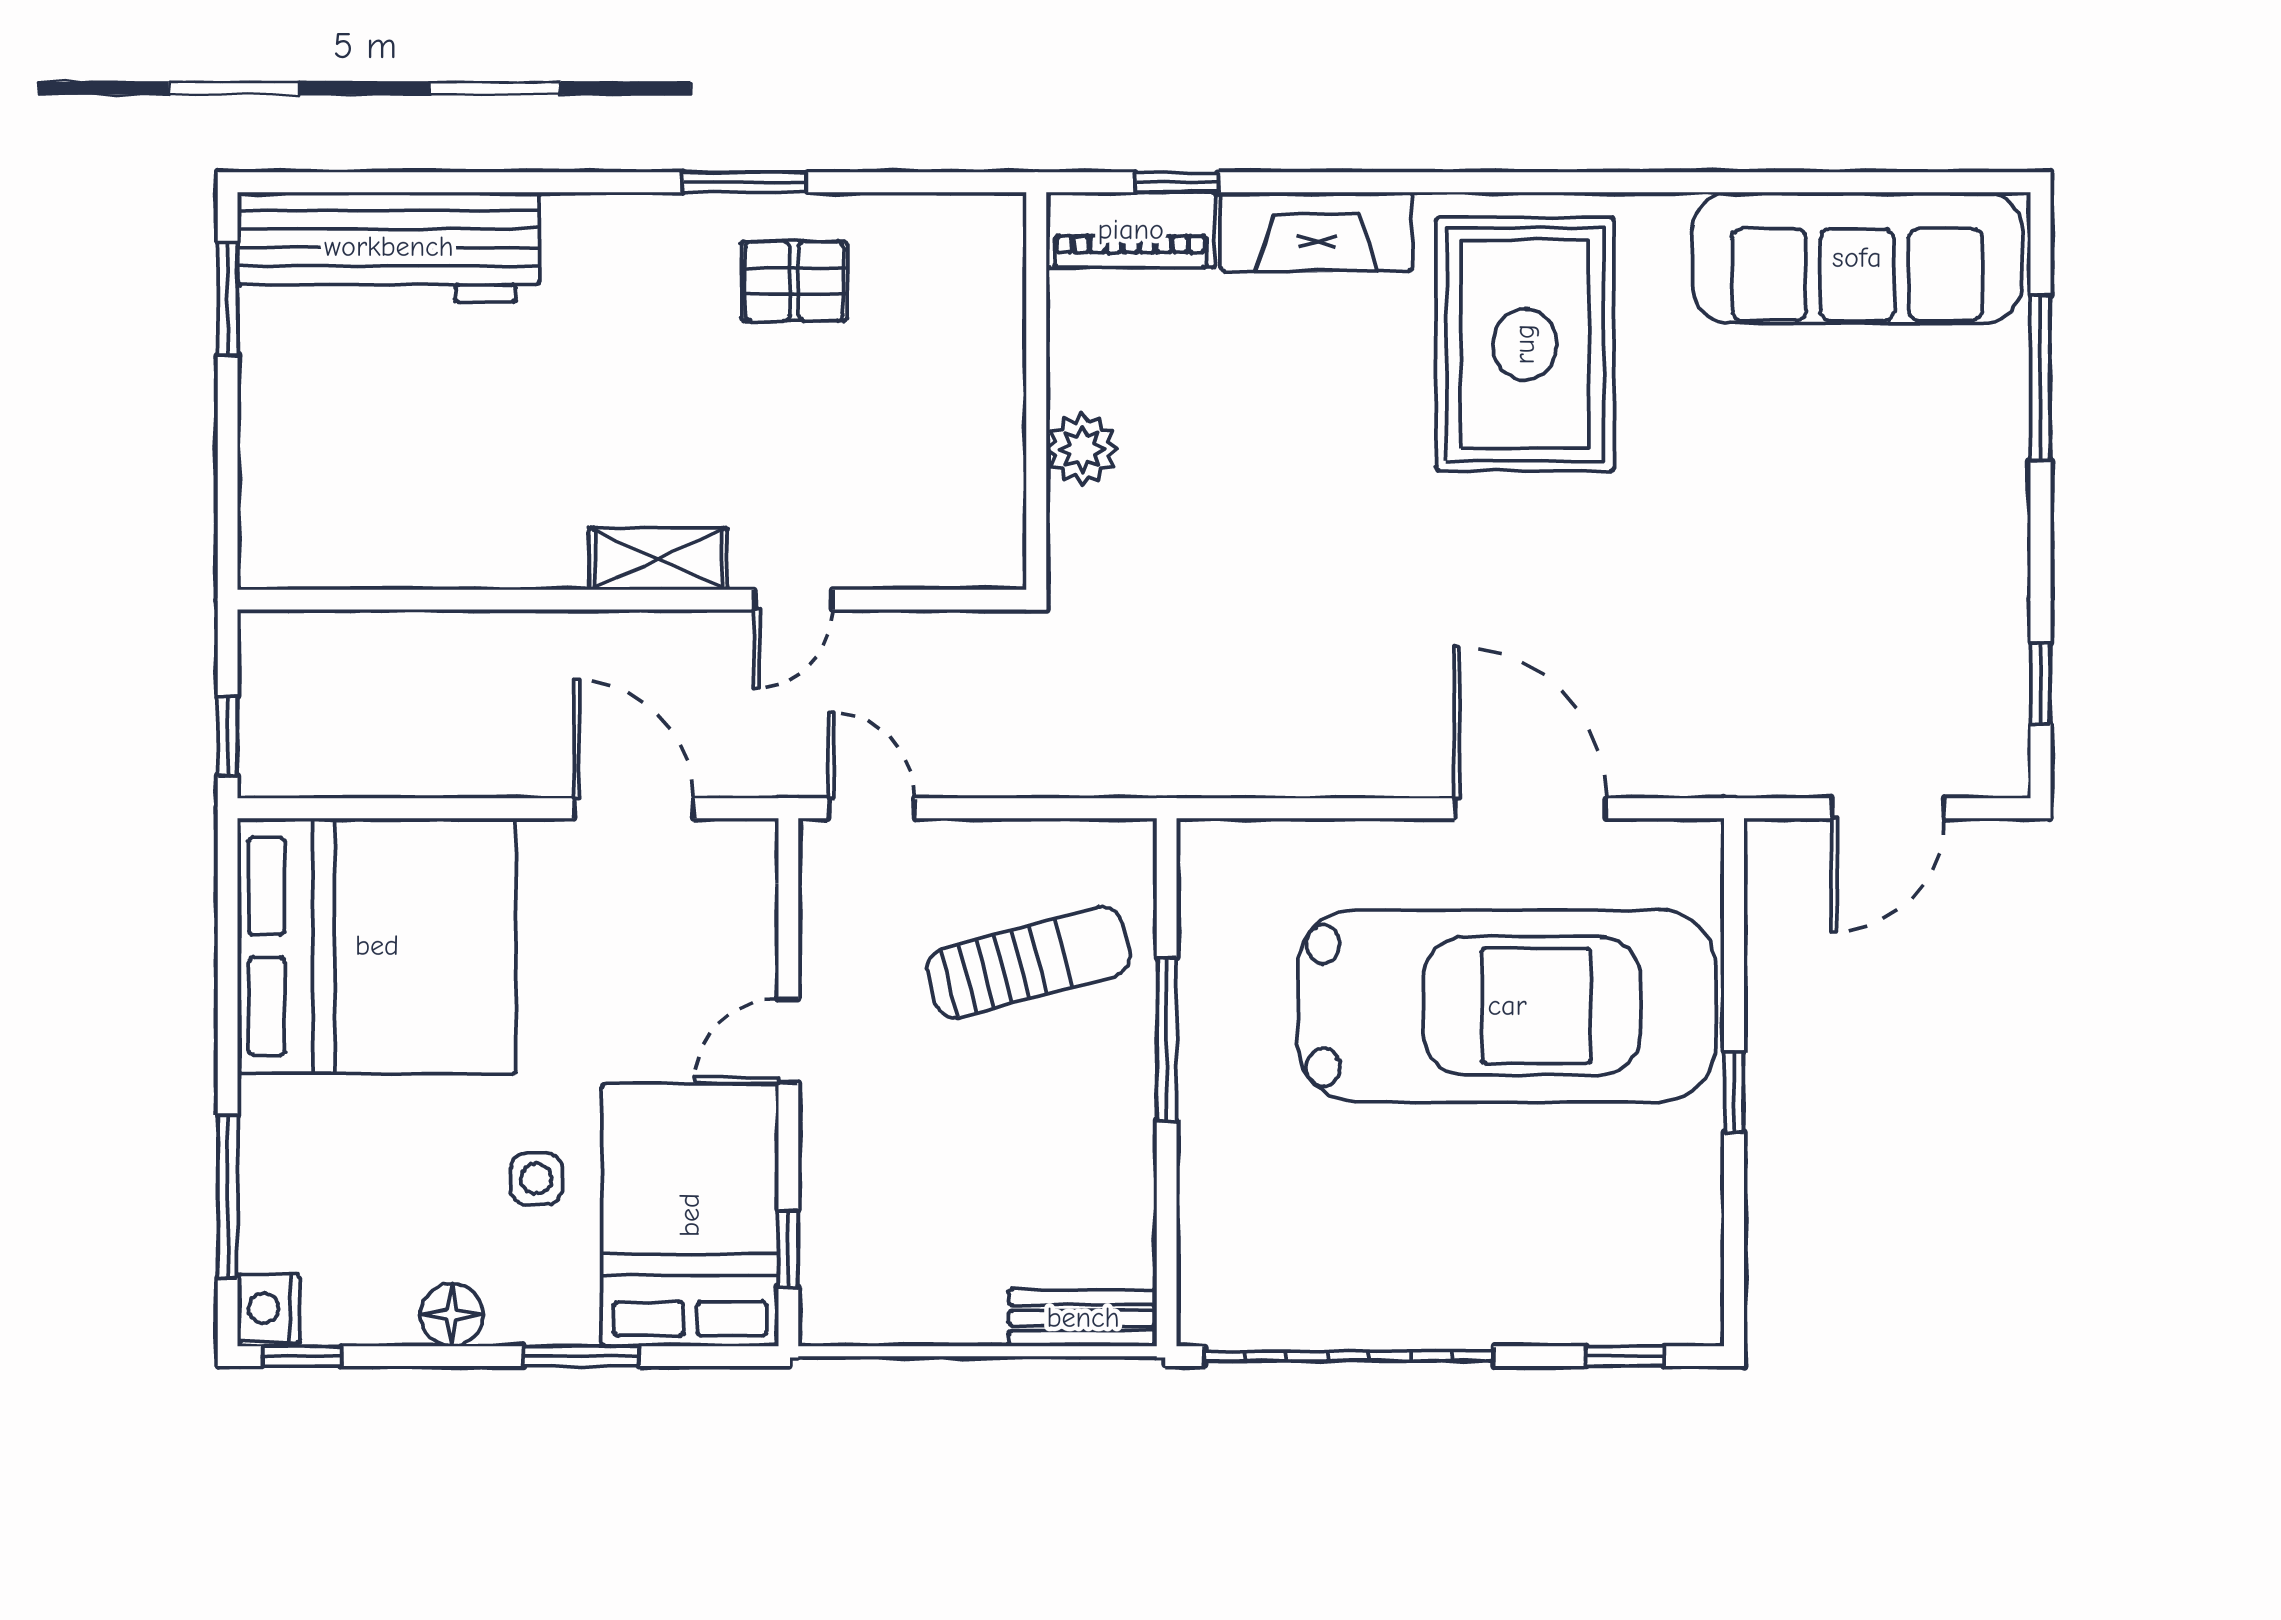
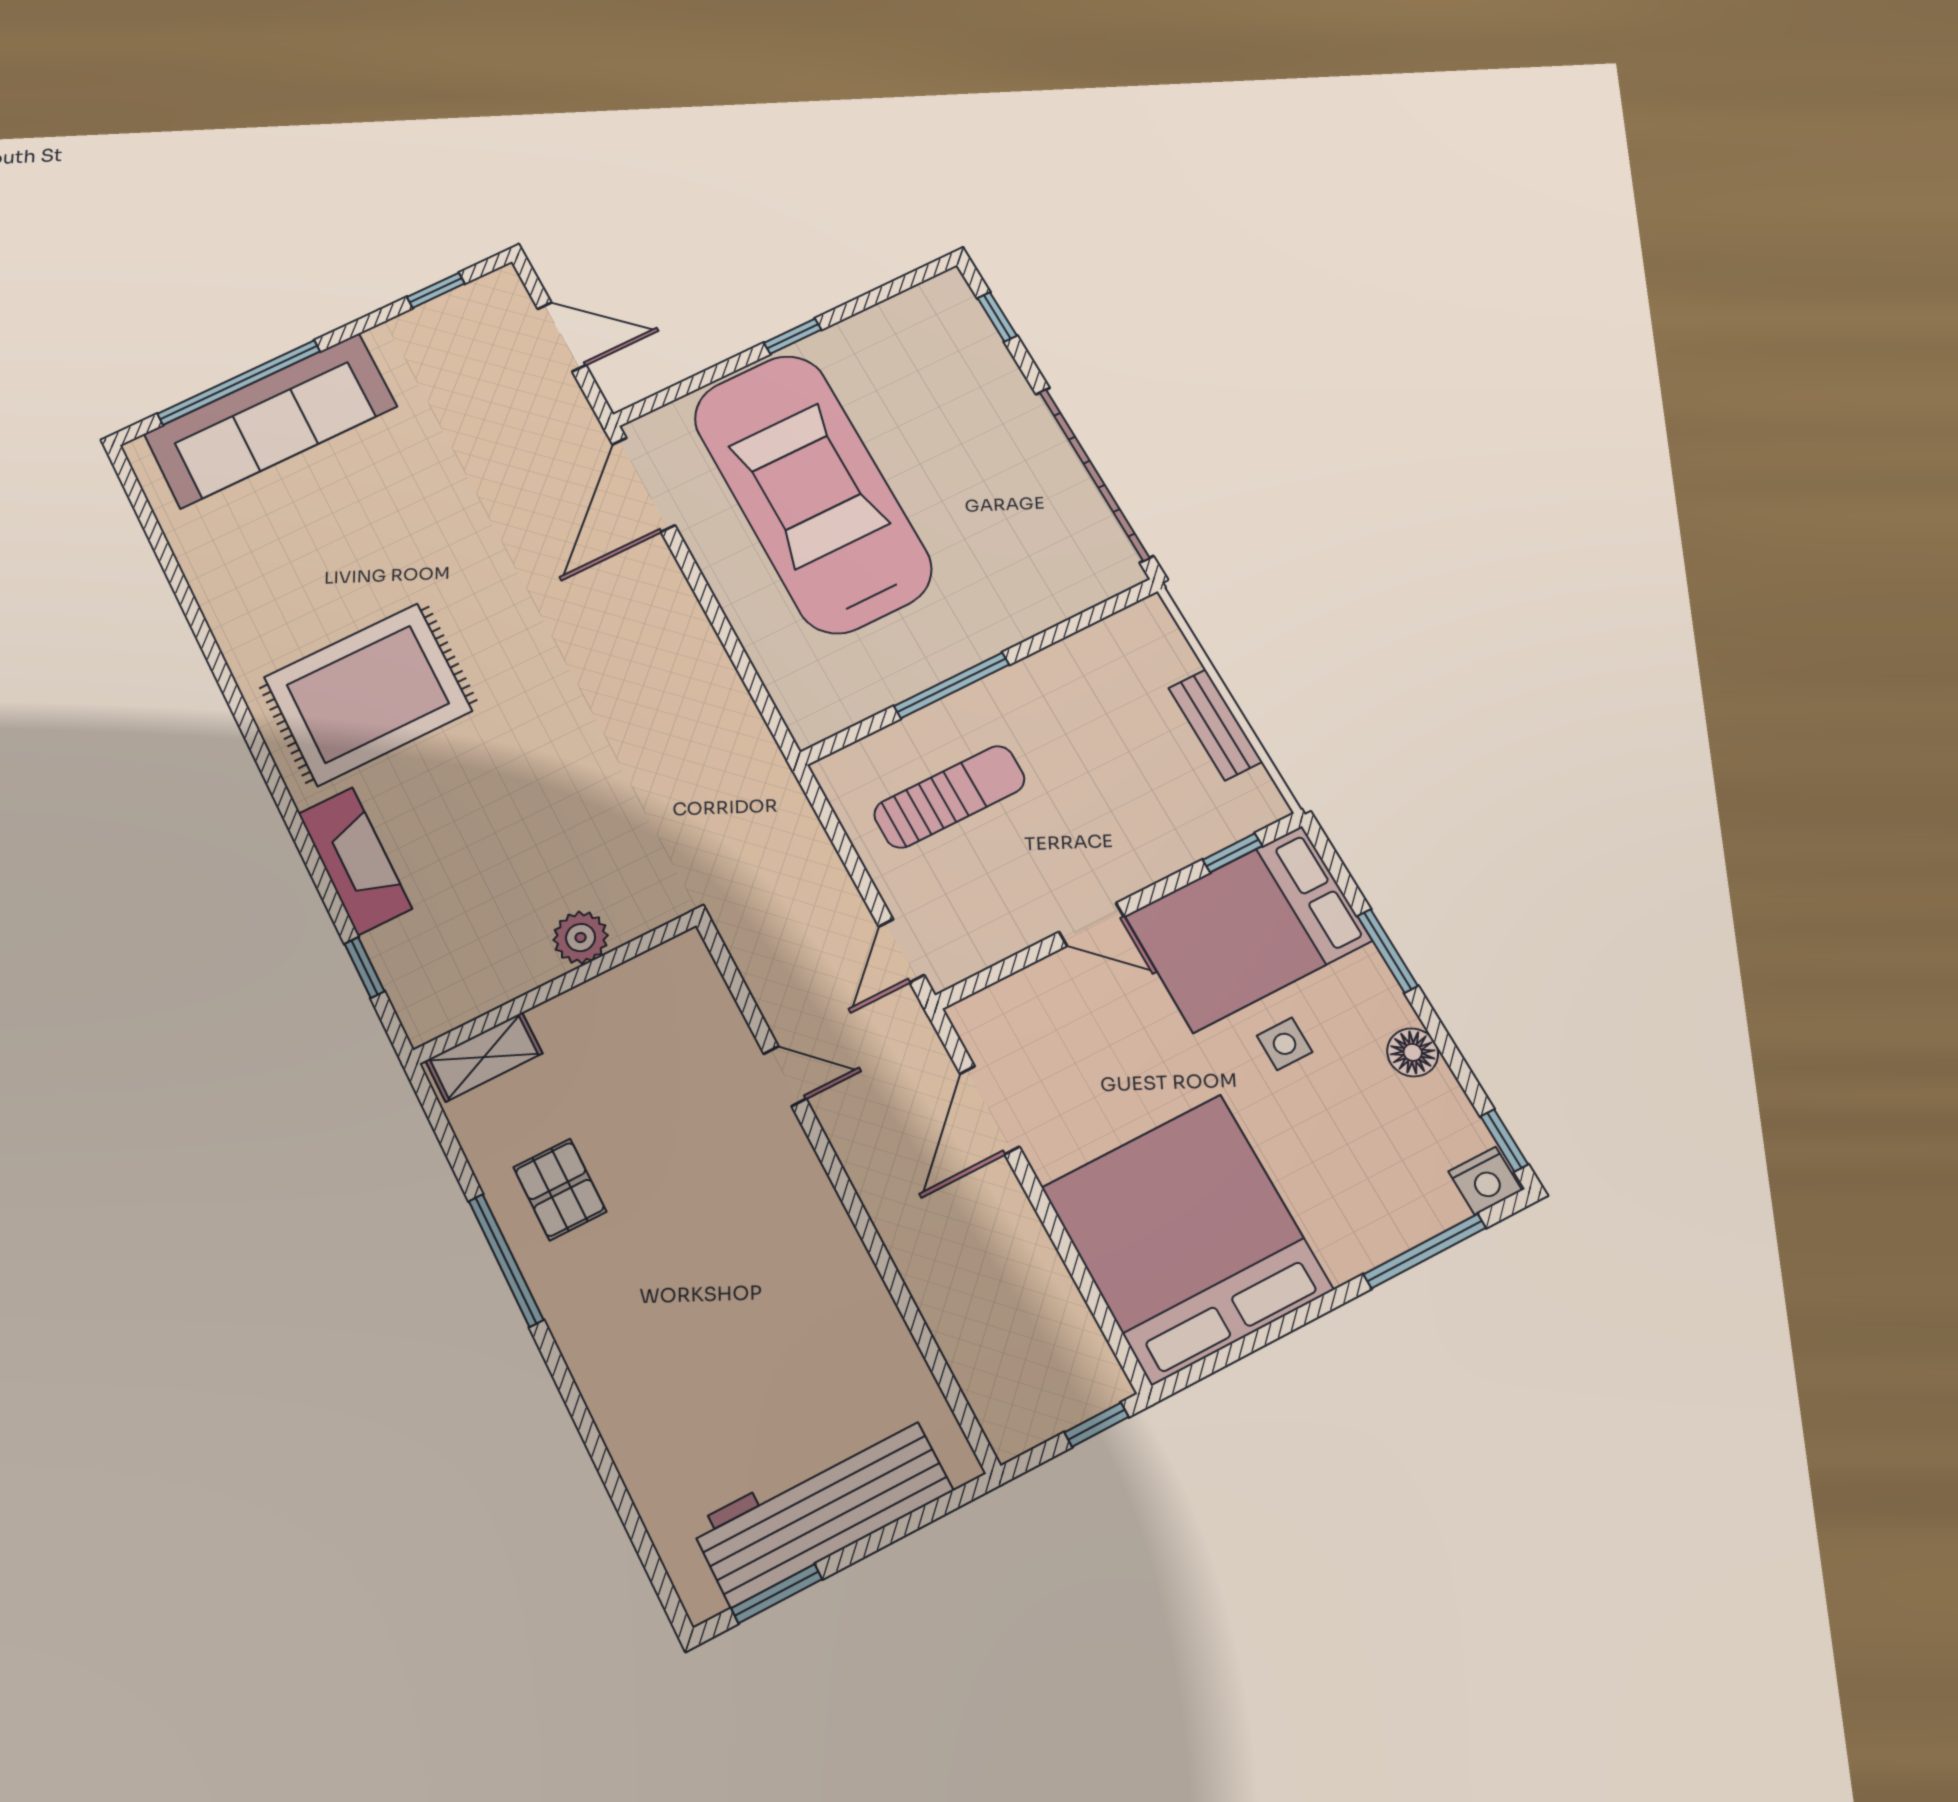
window: (744, 182) -> (506, 1260), width x1.44
piano: (1131, 230) -> (412, 981), removed
workbench: (389, 247) -> (822, 1508), moved, turned -90
sofa: (1857, 258) -> (270, 420), moved, turned 90
window: (2040, 378) -> (239, 383), width x1.46
shelving: (658, 559) -> (484, 1057), moved, turned 90
door: (1530, 808) -> (644, 485), moved
sun lounger: (1029, 962) -> (949, 797), turned 105
bench: (1083, 1318) -> (1215, 725), moved

